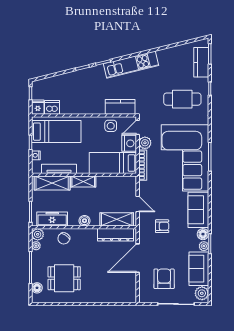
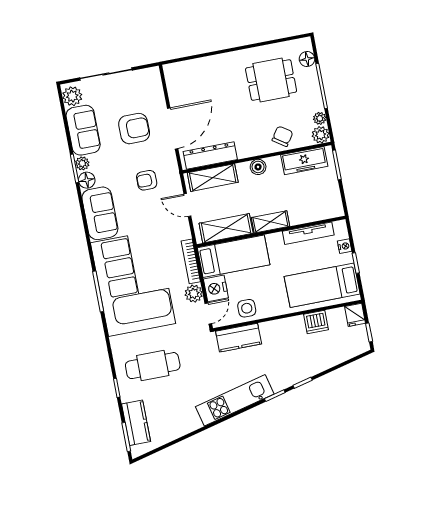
dishwasher: (52, 107) -> (316, 322), moved
shelving: (52, 183) -> (226, 228), moved
armchair: (164, 279) -> (134, 129), moved, turned -90

